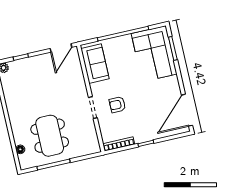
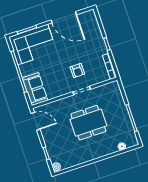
sofa: (95, 64) -> (35, 89), moved, turned 90
door: (187, 110) -> (64, 17), moved
dining table: (50, 136) -> (88, 123), moved

